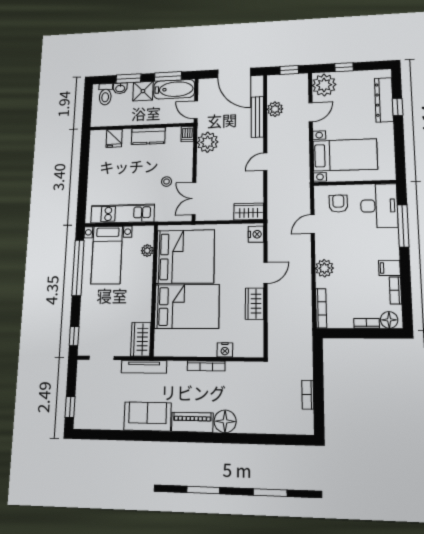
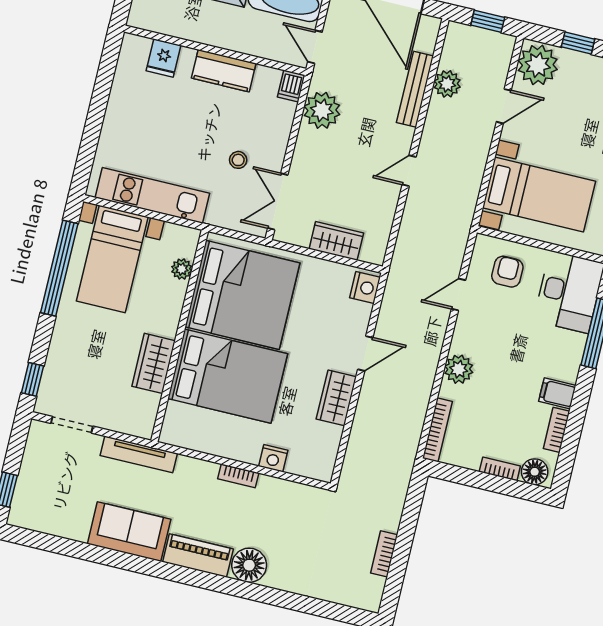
wardrobe: (249, 212) -> (336, 241), moved
wardrobe: (141, 339) -> (153, 363), moved
bookcase: (206, 366) -> (238, 476), width x0.64

